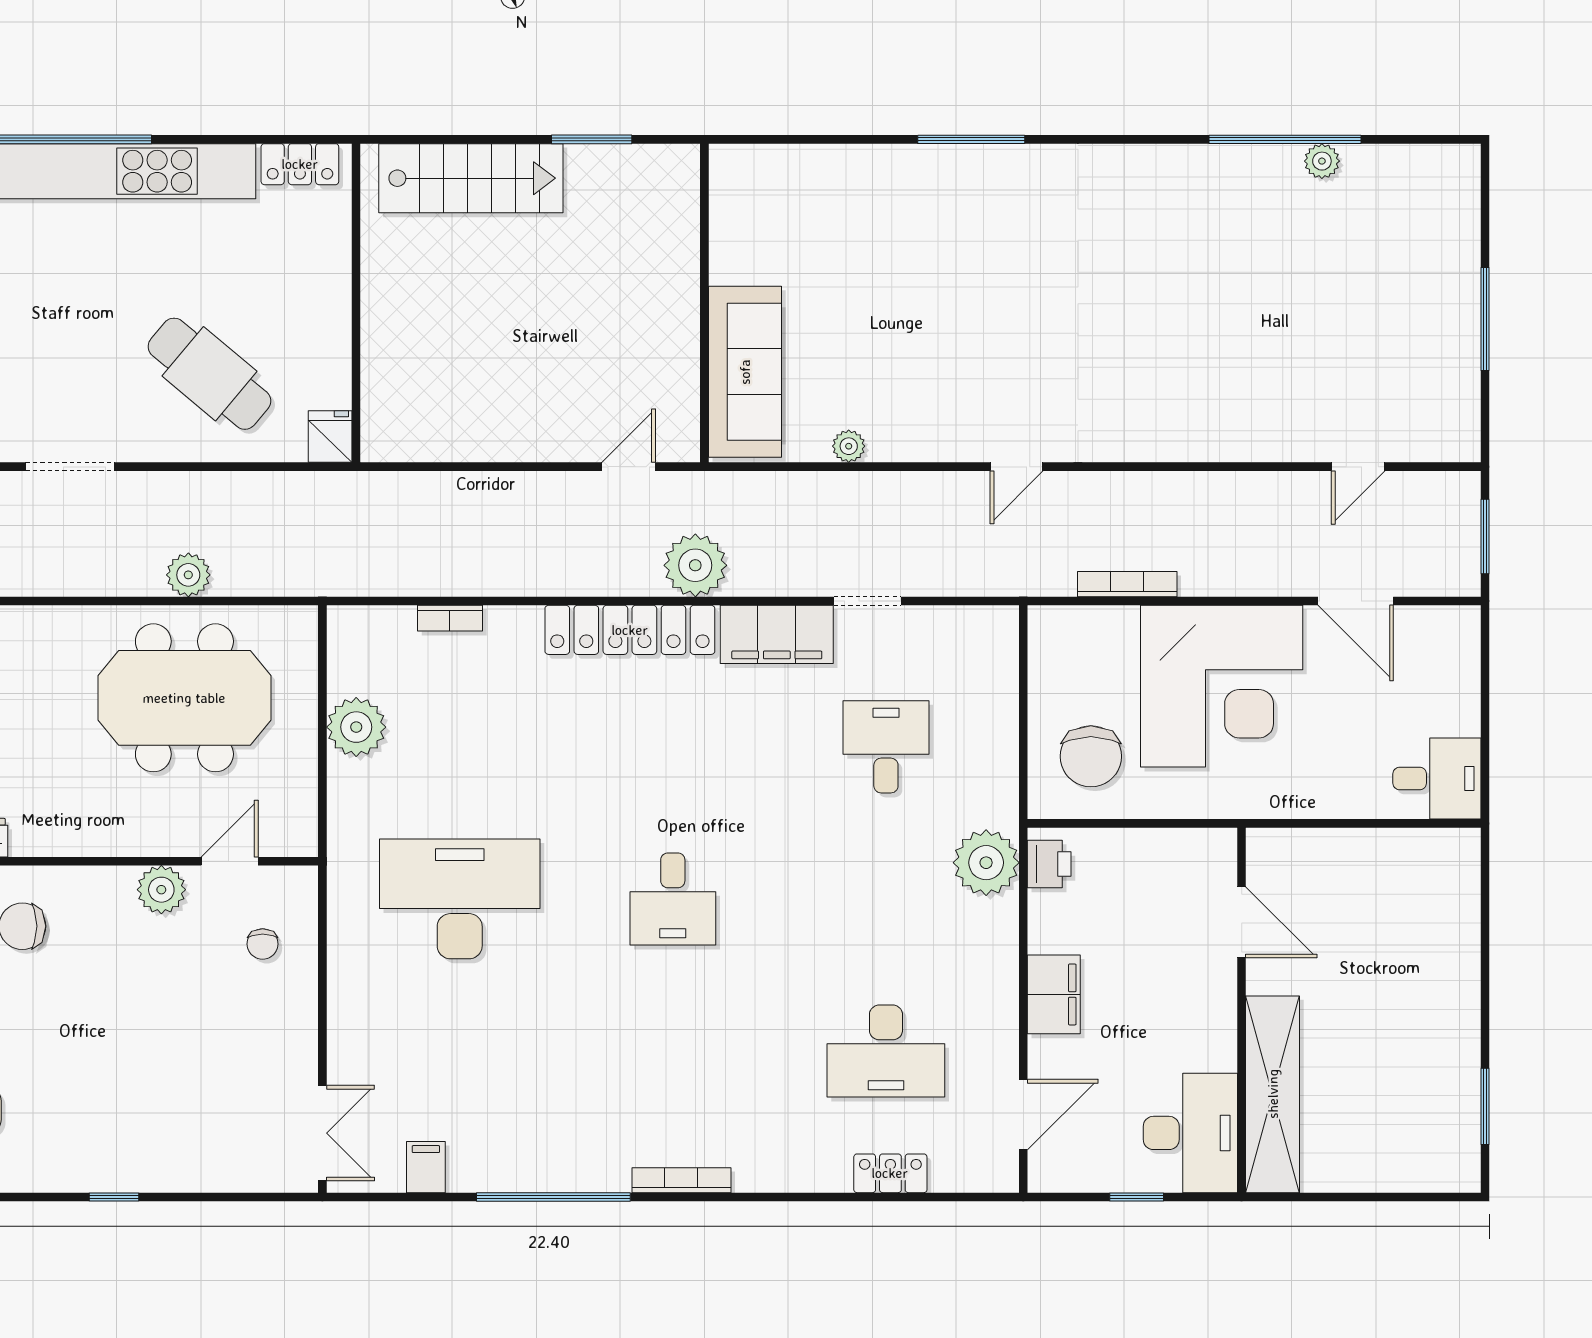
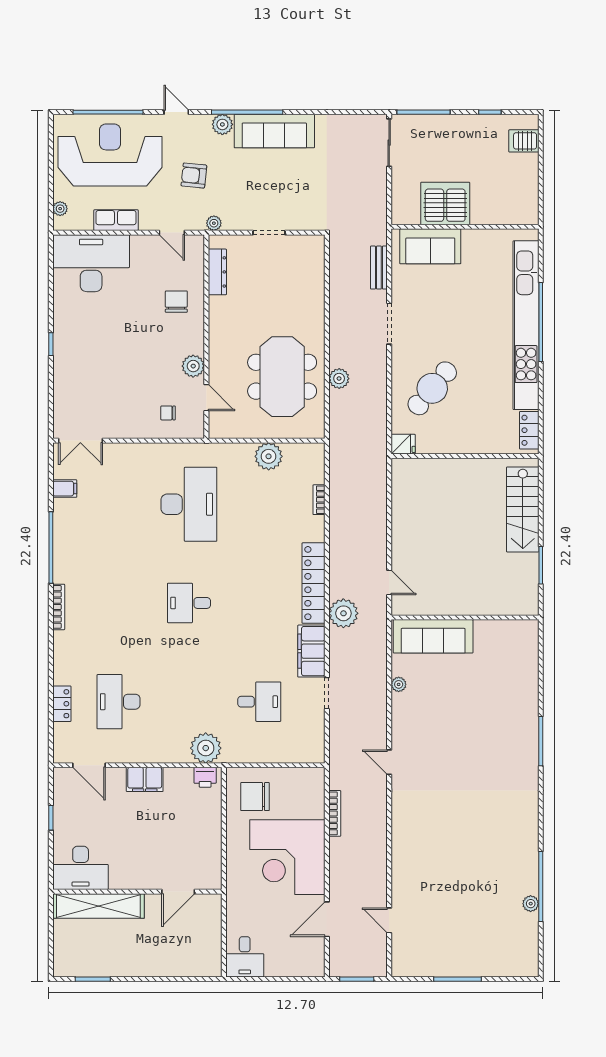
door: (1242, 922) -> (178, 892), moved
wall: (1242, 1010) -> (137, 892), moved
shelving: (1273, 1094) -> (98, 906), moved
desk: (1190, 1133) -> (81, 868), moved

